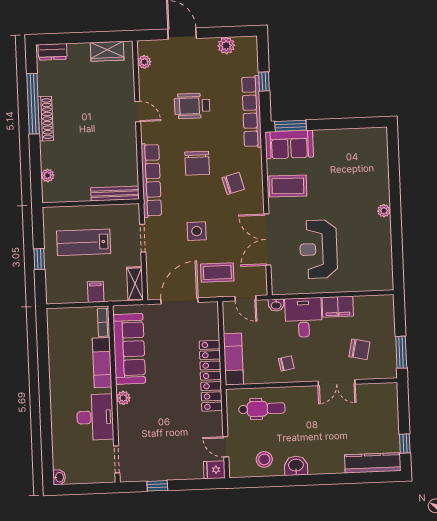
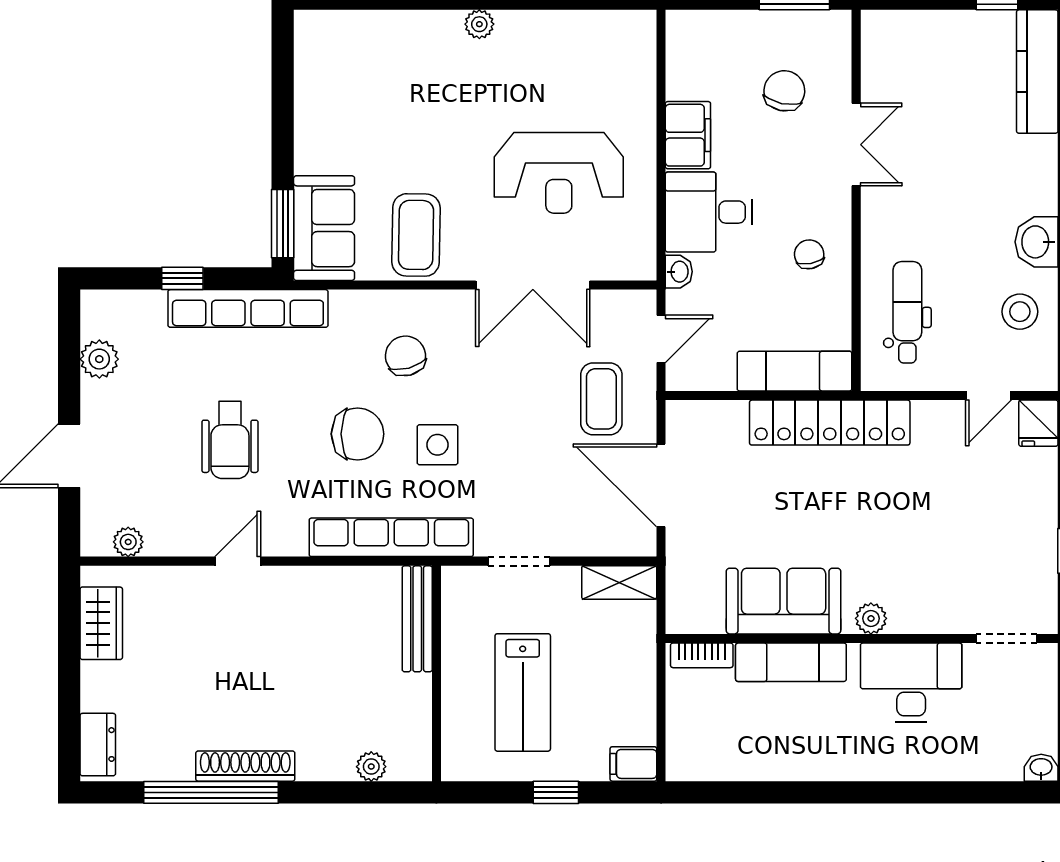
side table: (197, 231) -> (437, 445), moved
filing cabinet: (96, 292) -> (633, 764), moved
sofa: (129, 349) -> (784, 601), width x0.73

